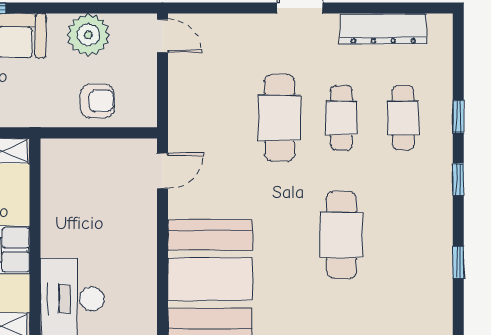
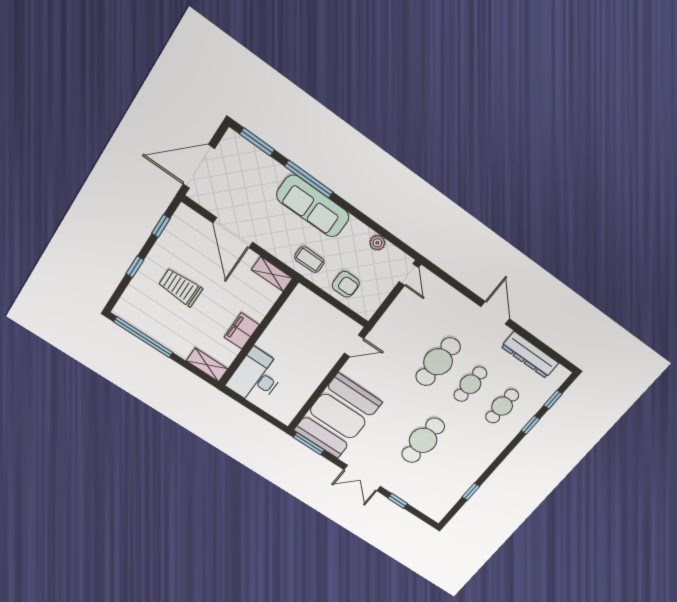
plant: (88, 35) -> (377, 243), width x0.53, depth x0.53
coffee table: (33, 102) -> (309, 260), added
window: (458, 179) -> (553, 400), moved

